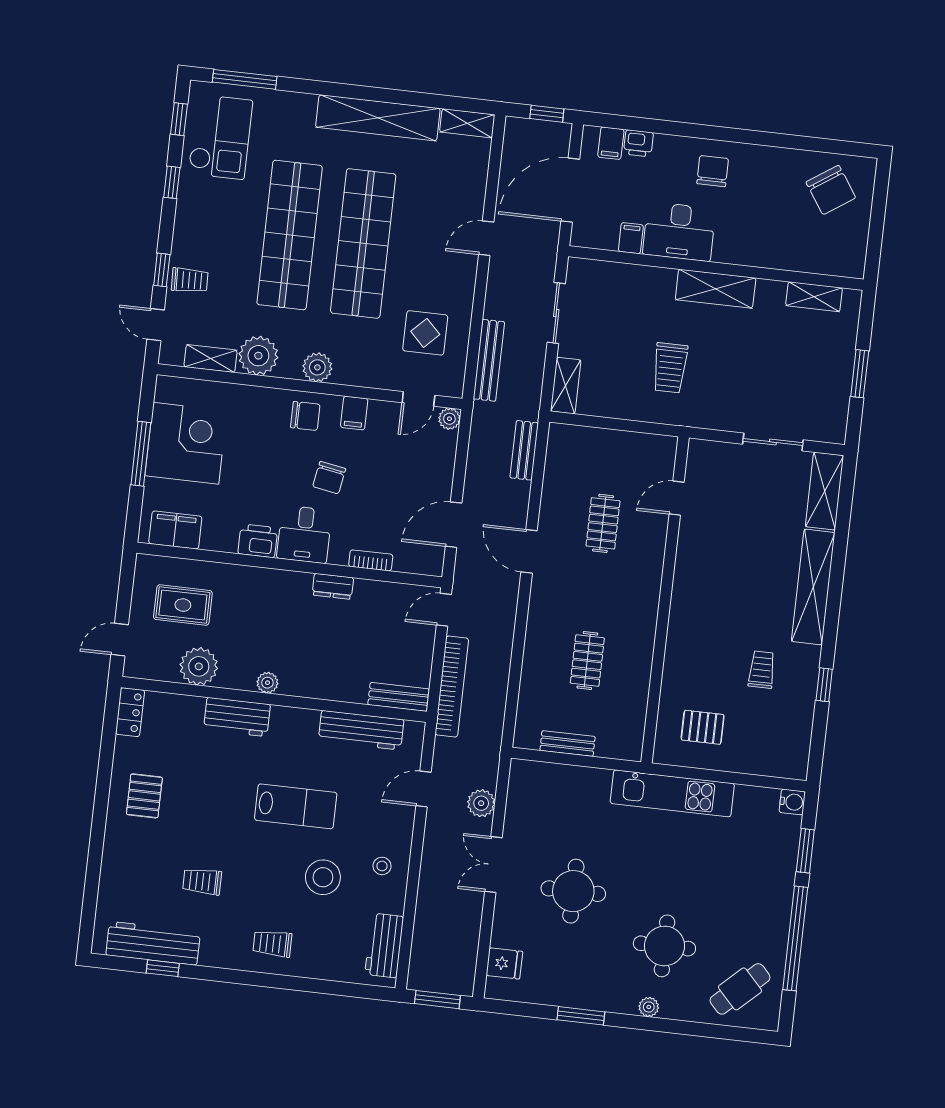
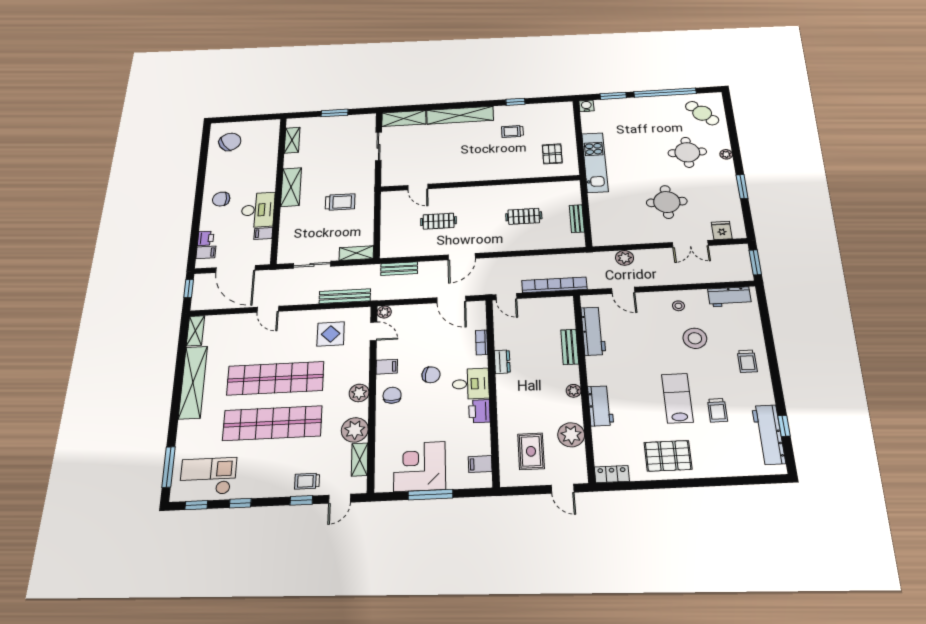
trolley: (190, 280) -> (307, 481), turned -88
filing cabinet: (175, 530) -> (480, 464), width x0.50
bench: (399, 697) -> (570, 347), moved
pallet: (144, 796) -> (668, 456), width x1.50, depth x1.42
lab bench: (296, 806) -> (677, 398), moved
double door: (493, 865) -> (690, 244), moved

